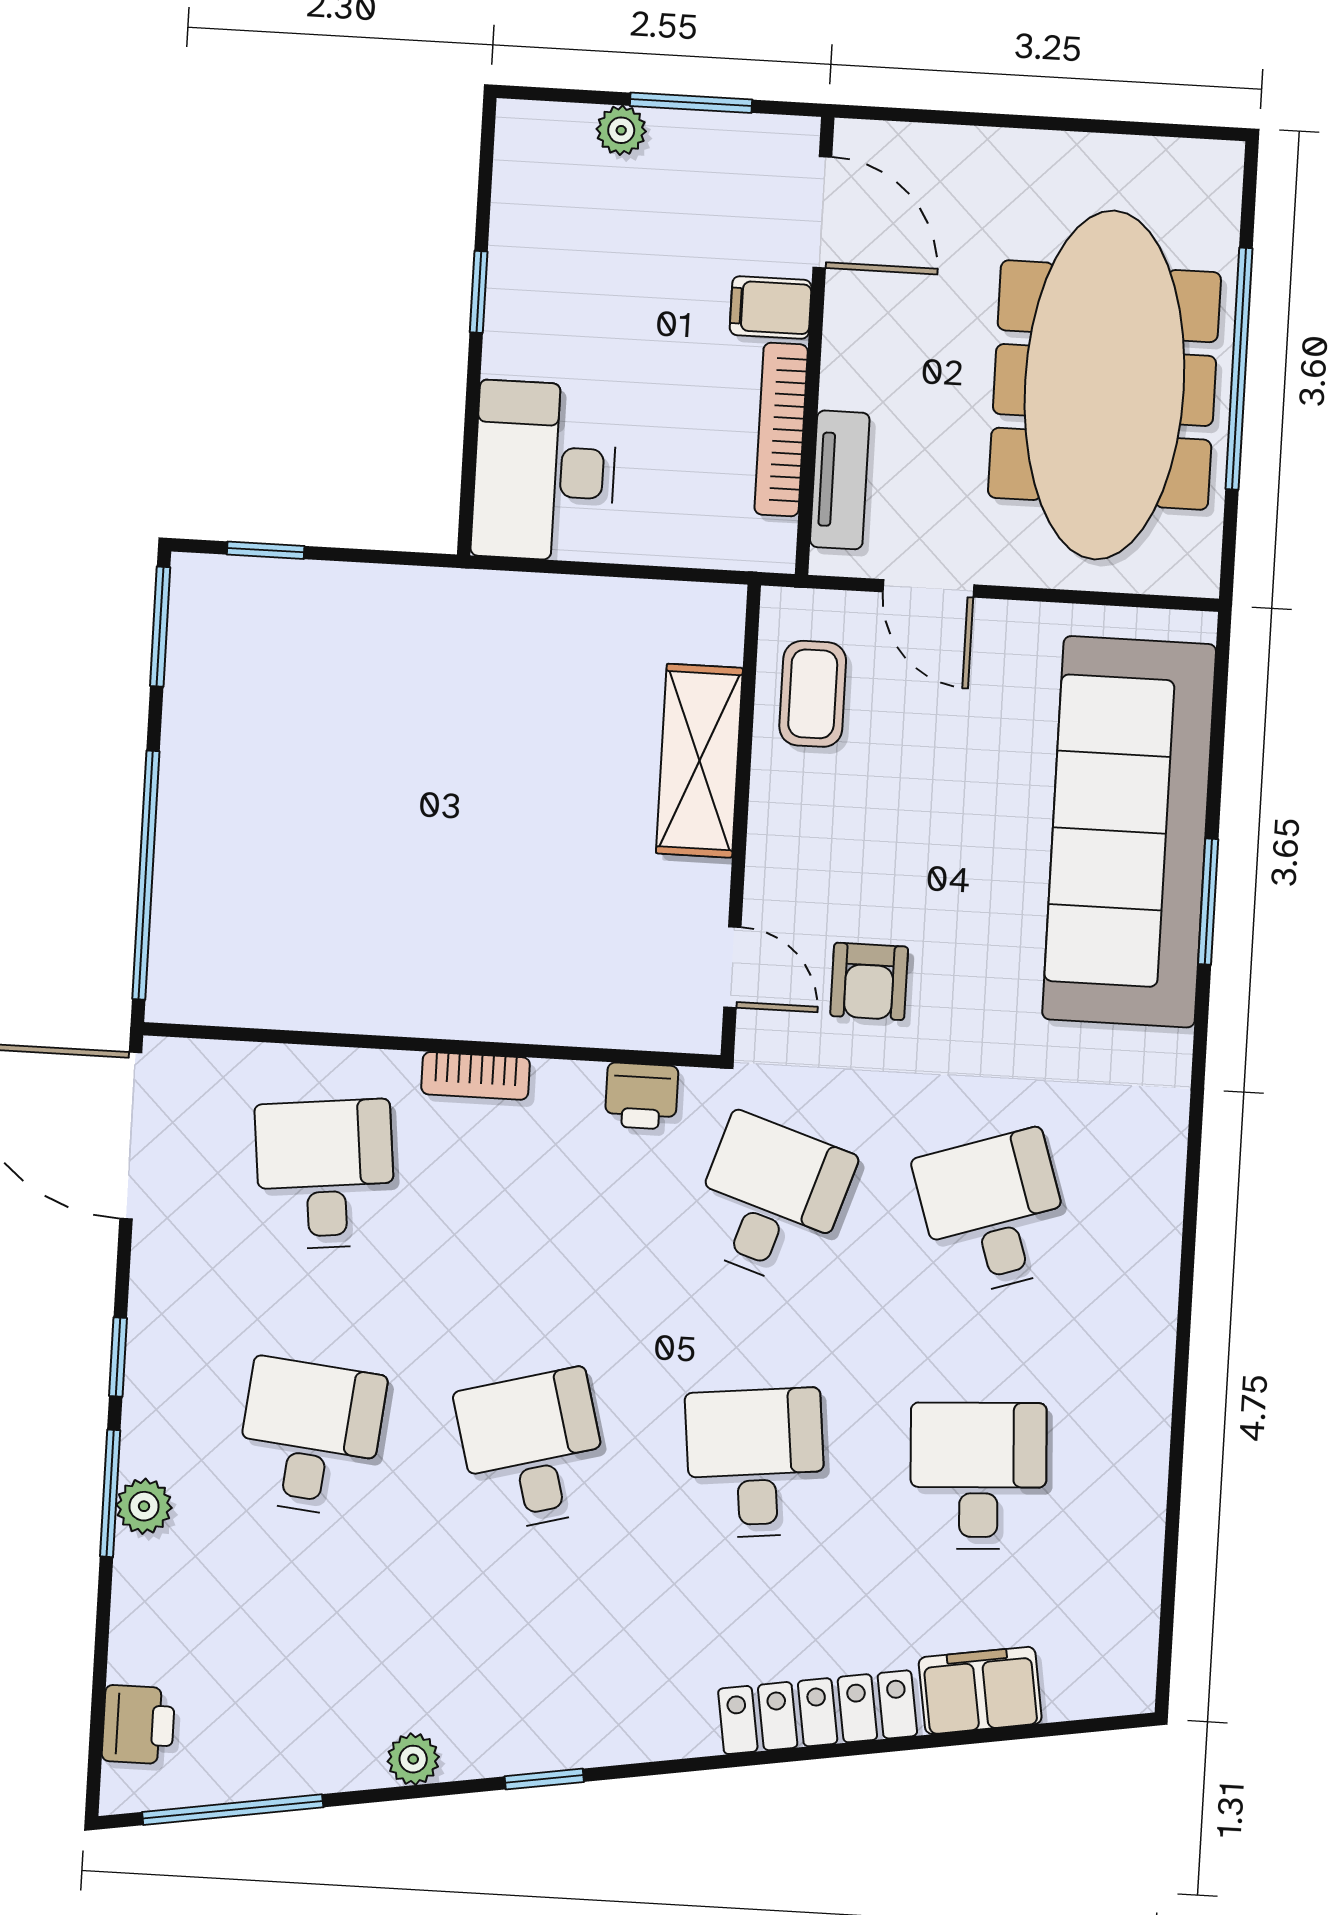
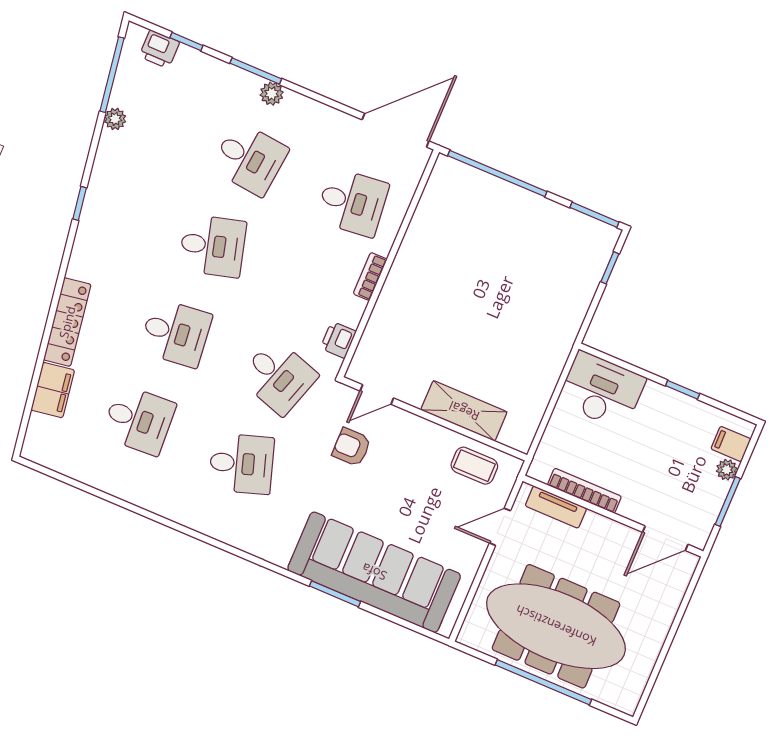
filing cabinet: (771, 307) -> (731, 444), moved, turned -90
window: (118, 1357) -> (186, 42), moved
plant: (144, 1506) -> (272, 94), moved
plant: (413, 1759) -> (115, 119), moved

